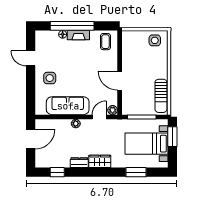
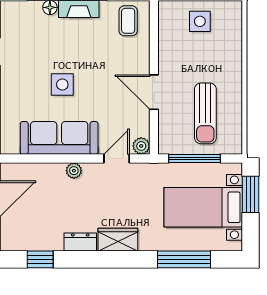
side table: (155, 40) -> (200, 21), moved
side table: (50, 78) -> (62, 85), moved
sun lounger: (161, 96) -> (205, 113), moved
window: (136, 172) -> (184, 259), width x1.44

